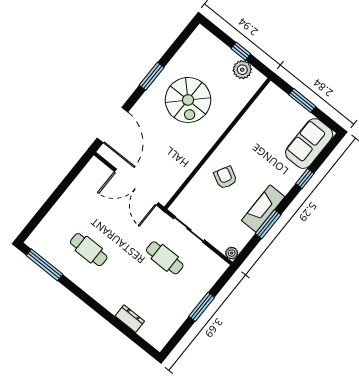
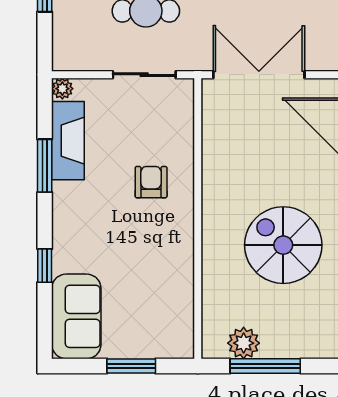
window: (241, 51) -> (265, 366), width x2.17
armchair: (225, 178) -> (151, 182), turned -118
fireplace: (263, 209) -> (68, 141), moved

